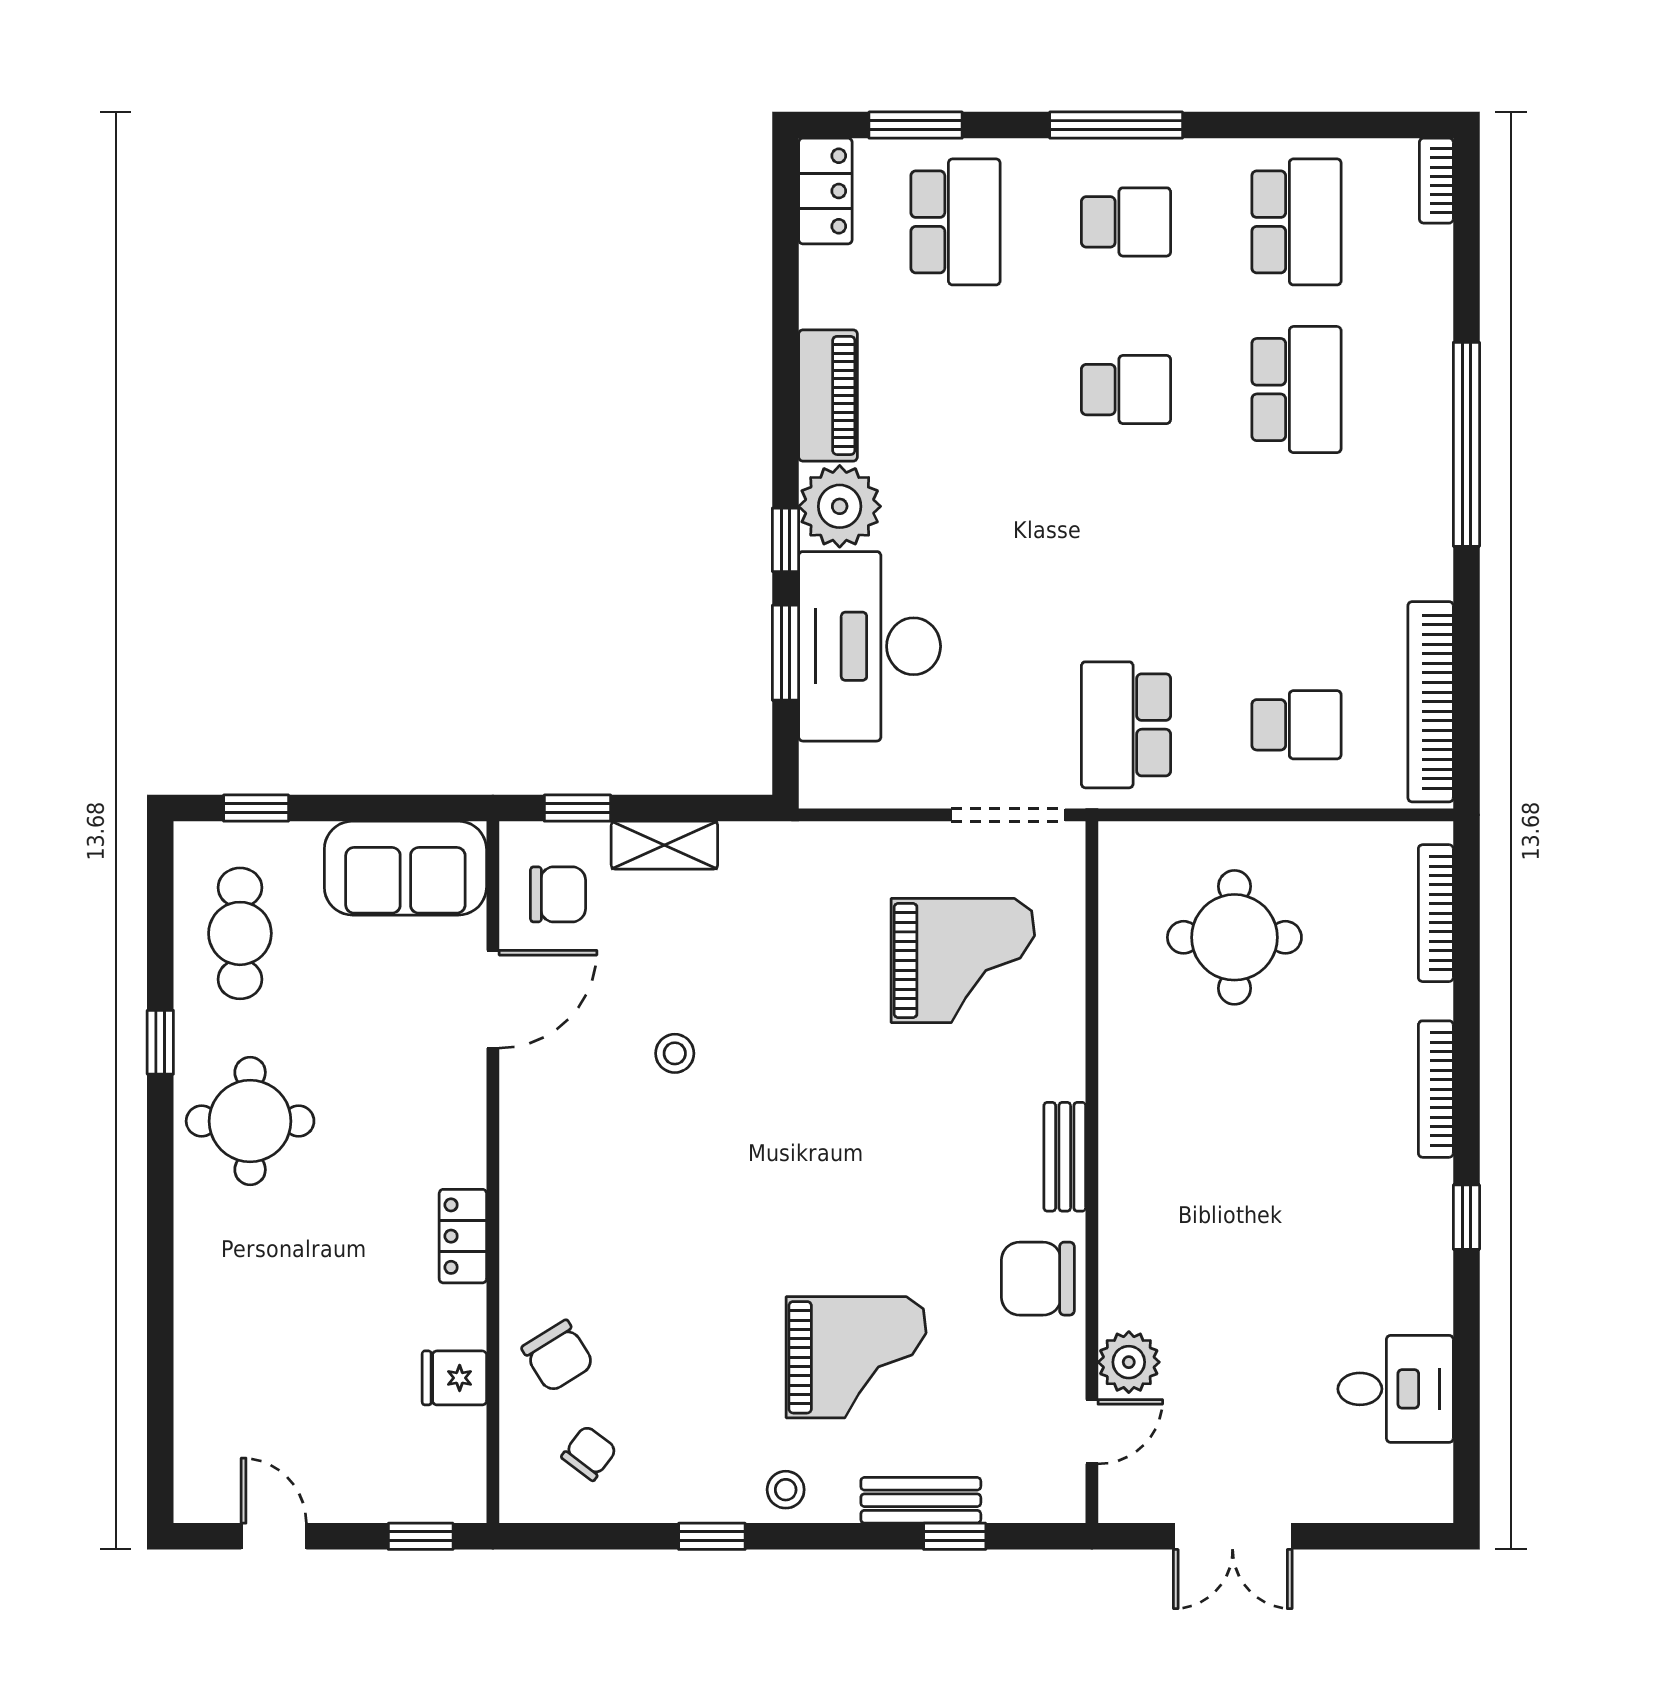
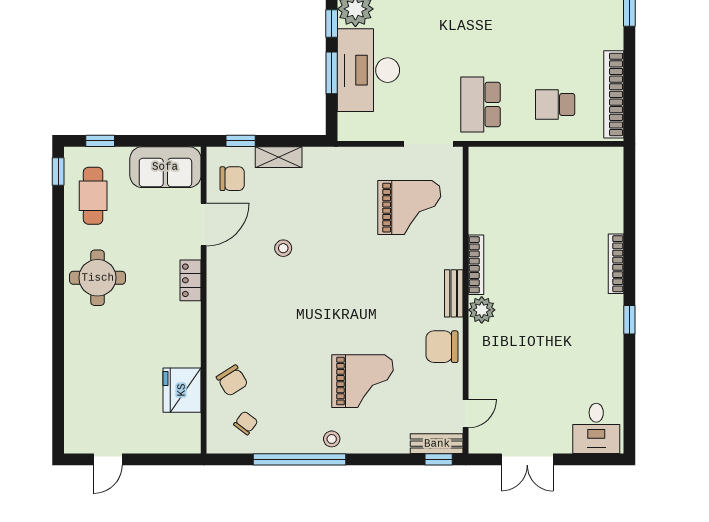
school desk: (1296, 725) -> (555, 104), turned 180
bookcase: (1436, 913) -> (476, 265), moved, turned 180
round table: (1234, 937) -> (528, 197), removed
window: (160, 1042) -> (58, 171), moved
locker: (463, 1236) -> (191, 280), moved
plant: (1129, 1362) -> (482, 310), moved
fridge: (454, 1378) -> (182, 390), width x1.88, depth x1.34
desk: (1396, 1389) -> (596, 428), moved, turned 90
bench: (921, 1500) -> (437, 444), moved
door: (274, 1536) -> (108, 459), swing flipped
window: (421, 1536) -> (172, 459), removed
window: (712, 1536) -> (299, 459), width x3.17
window: (955, 1536) -> (439, 459), moved

